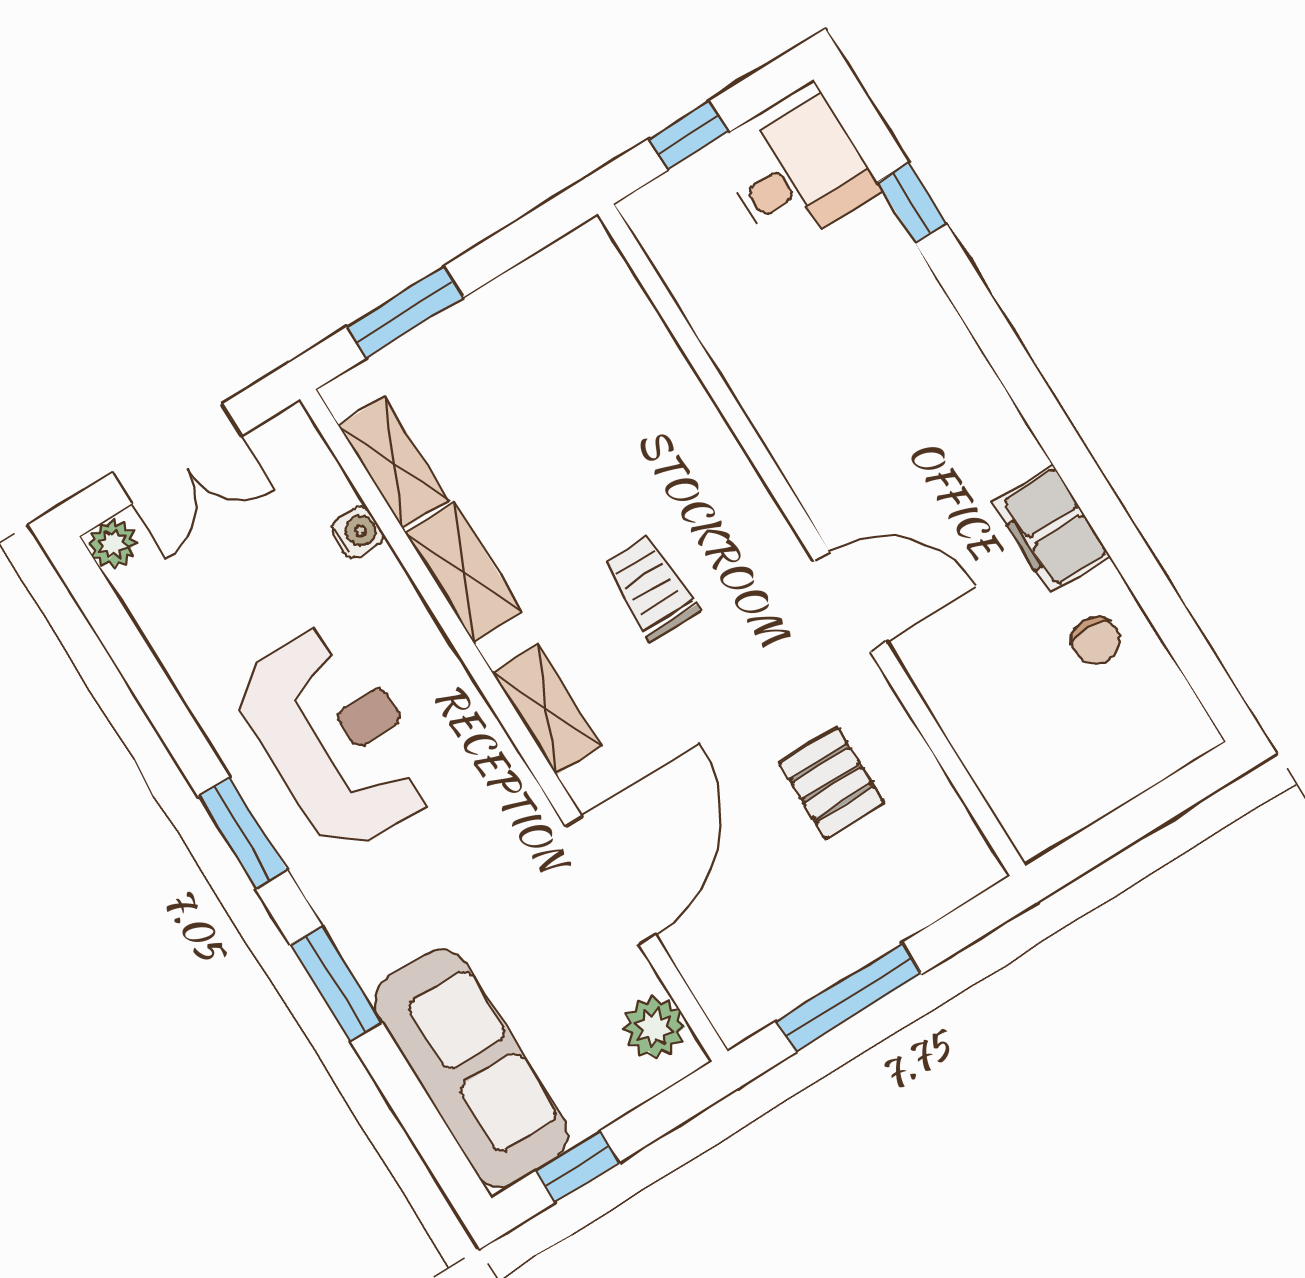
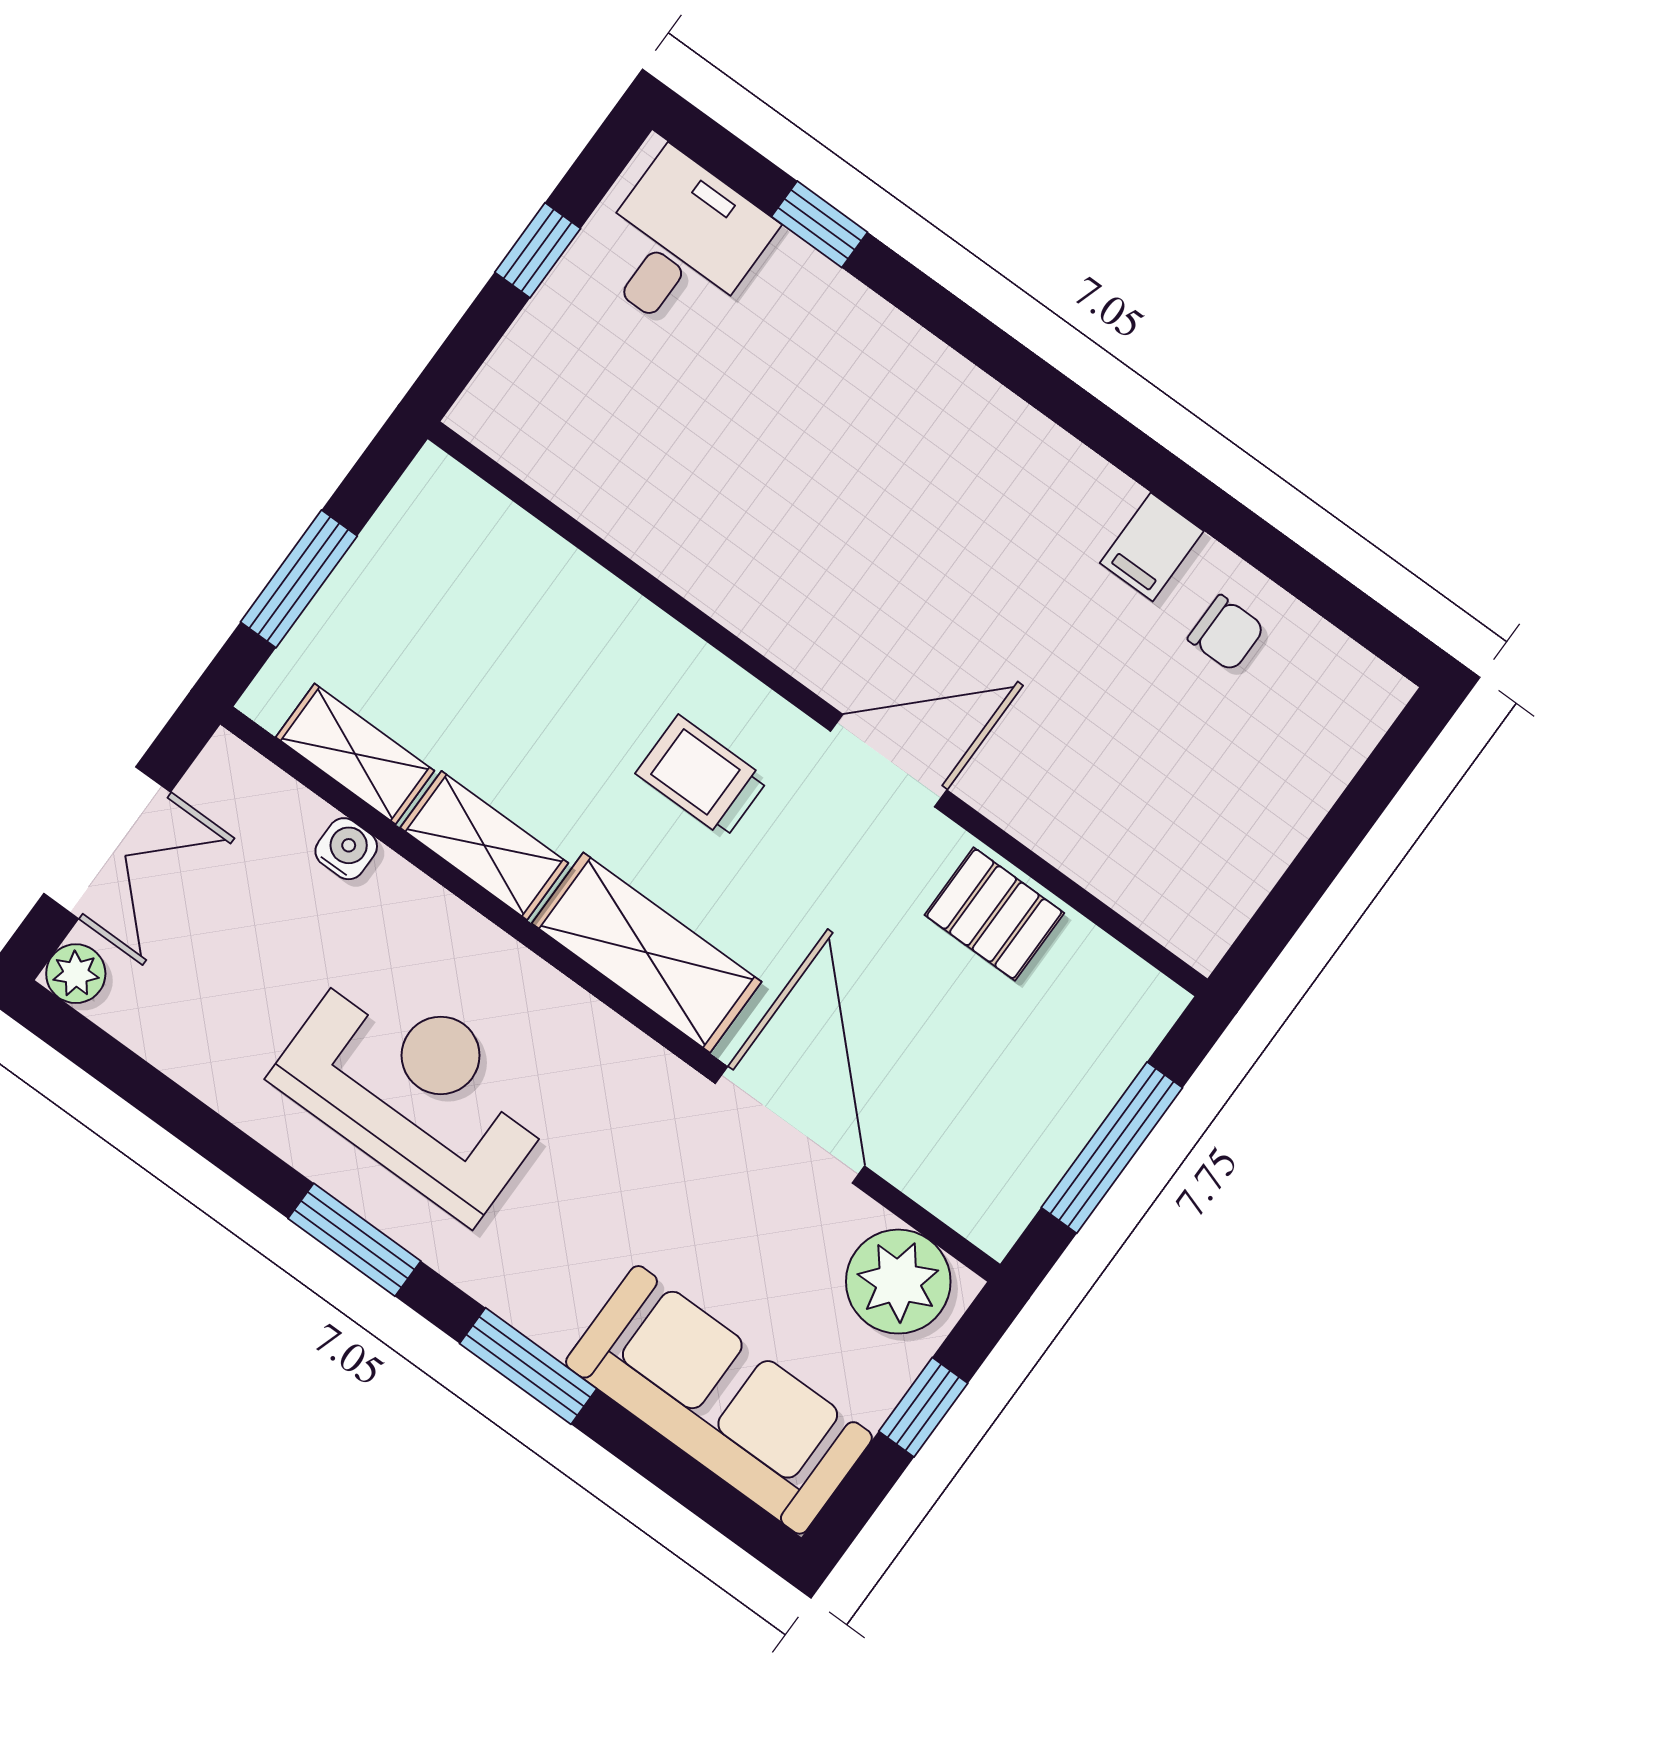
filing cabinet: (1051, 529) -> (1152, 547), width x0.50
wall: (812, 540) -> (818, 709), moved
door: (850, 601) -> (889, 761), moved
shelving: (547, 710) -> (647, 953), width x1.50, depth x1.33
plant: (654, 1028) -> (898, 1282), width x1.36, depth x1.36
window: (577, 1167) -> (923, 1407), moved

